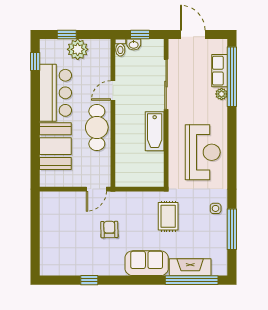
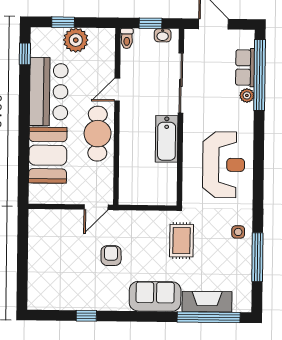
washbasin: (134, 45) -> (163, 35), moved

